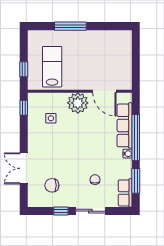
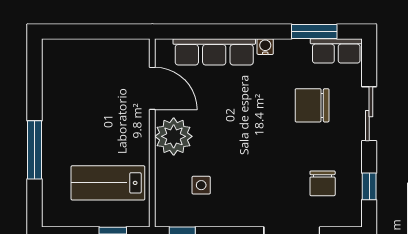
door: (104, 91) -> (152, 88), hinge flipped
window: (136, 138) -> (236, 31), removed
chair: (95, 180) -> (312, 105), width x1.87, depth x1.87
window: (61, 211) -> (369, 186), moved

